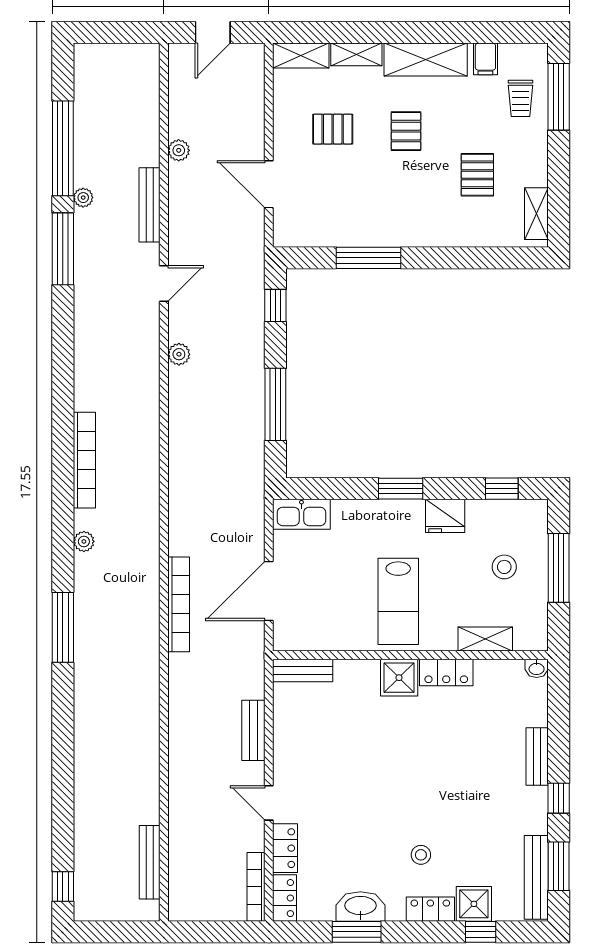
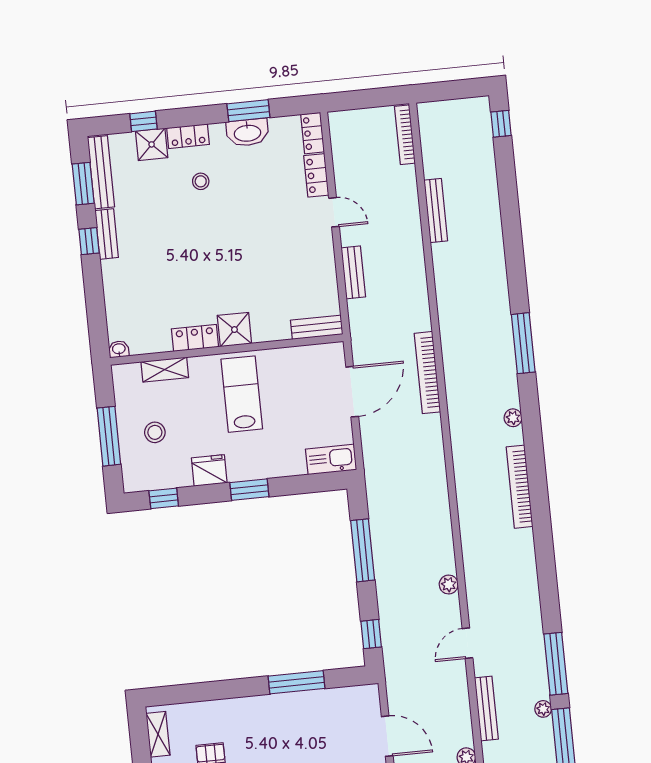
bench: (537, 756) -> (107, 234), moved
bench: (150, 862) -> (436, 210), moved
bookcase: (256, 887) -> (405, 135), moved, turned 180

